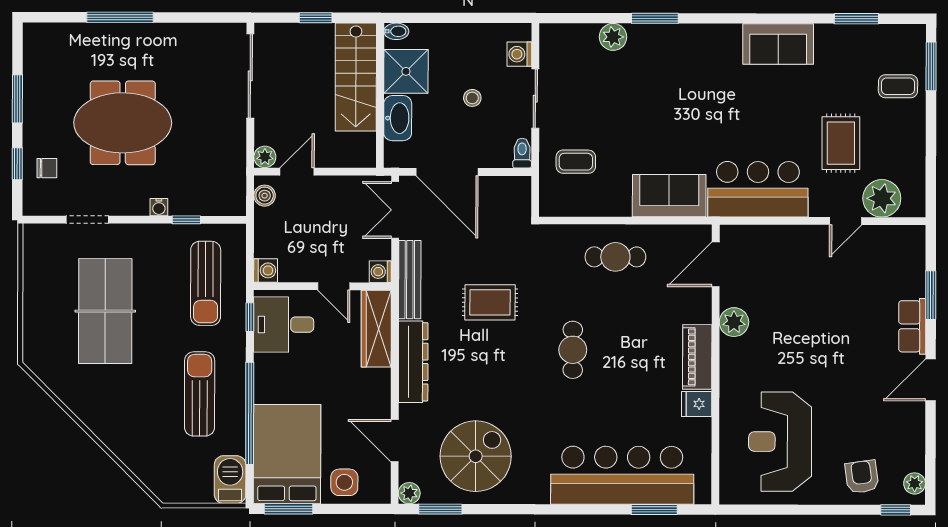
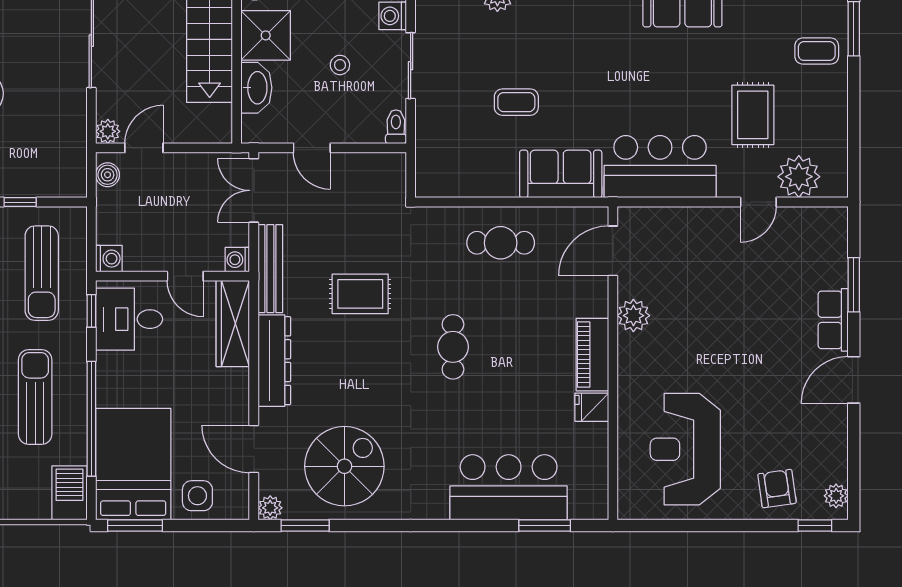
coffee table: (576, 162) -> (516, 102), moved
door: (447, 172) -> (312, 148), width x0.53
bar counter: (622, 475) -> (509, 487), width x0.73

